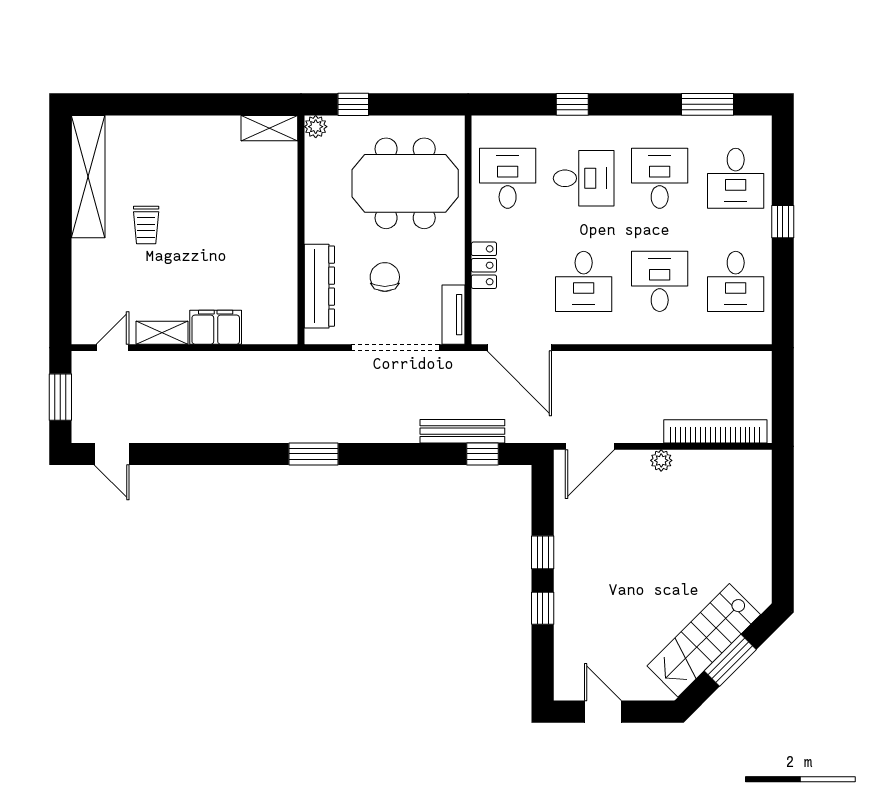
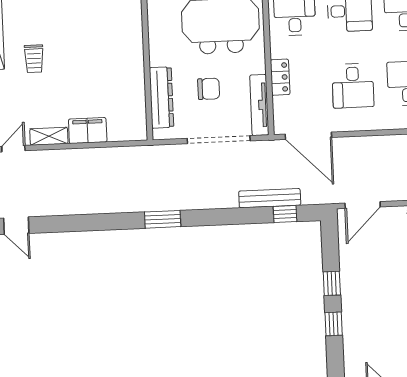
chair: (385, 277) -> (209, 89), turned 90
tv unit: (454, 315) -> (259, 105), width x1.41

